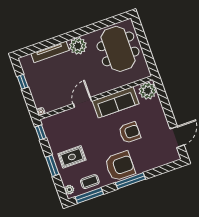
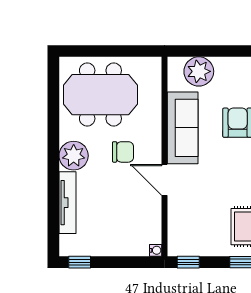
chair: (90, 73) -> (123, 152), added
window: (23, 82) -> (80, 262), moved
plant: (148, 91) -> (199, 71), moved

